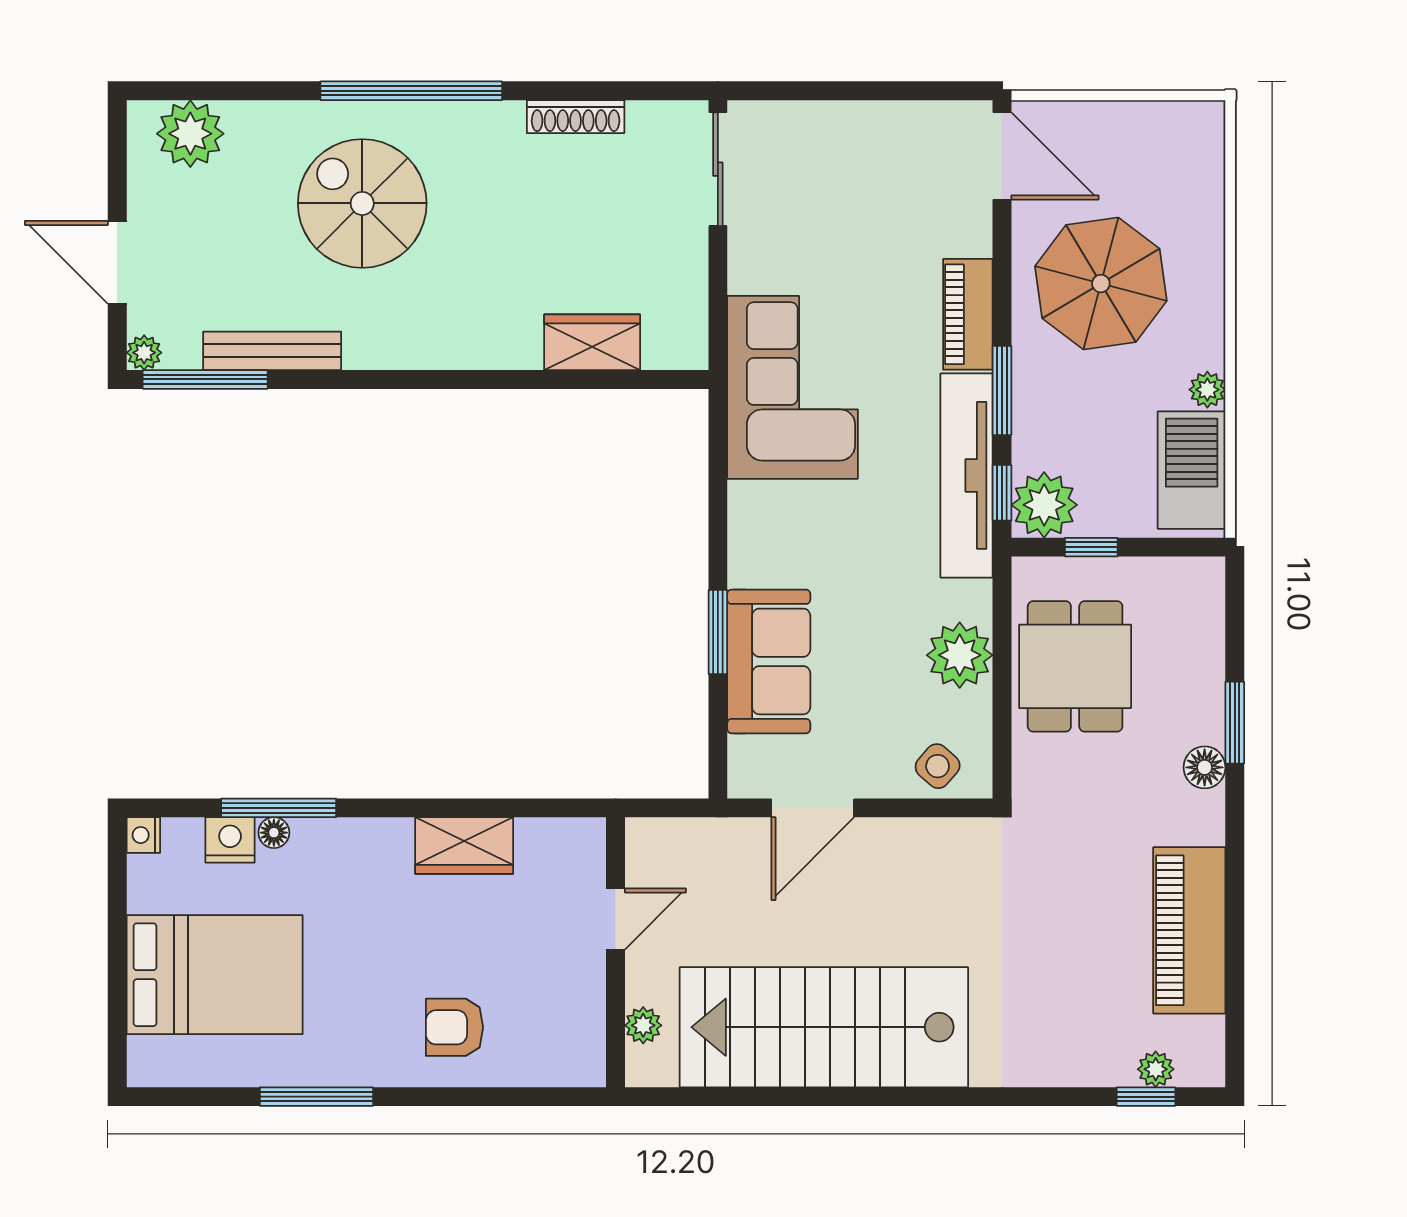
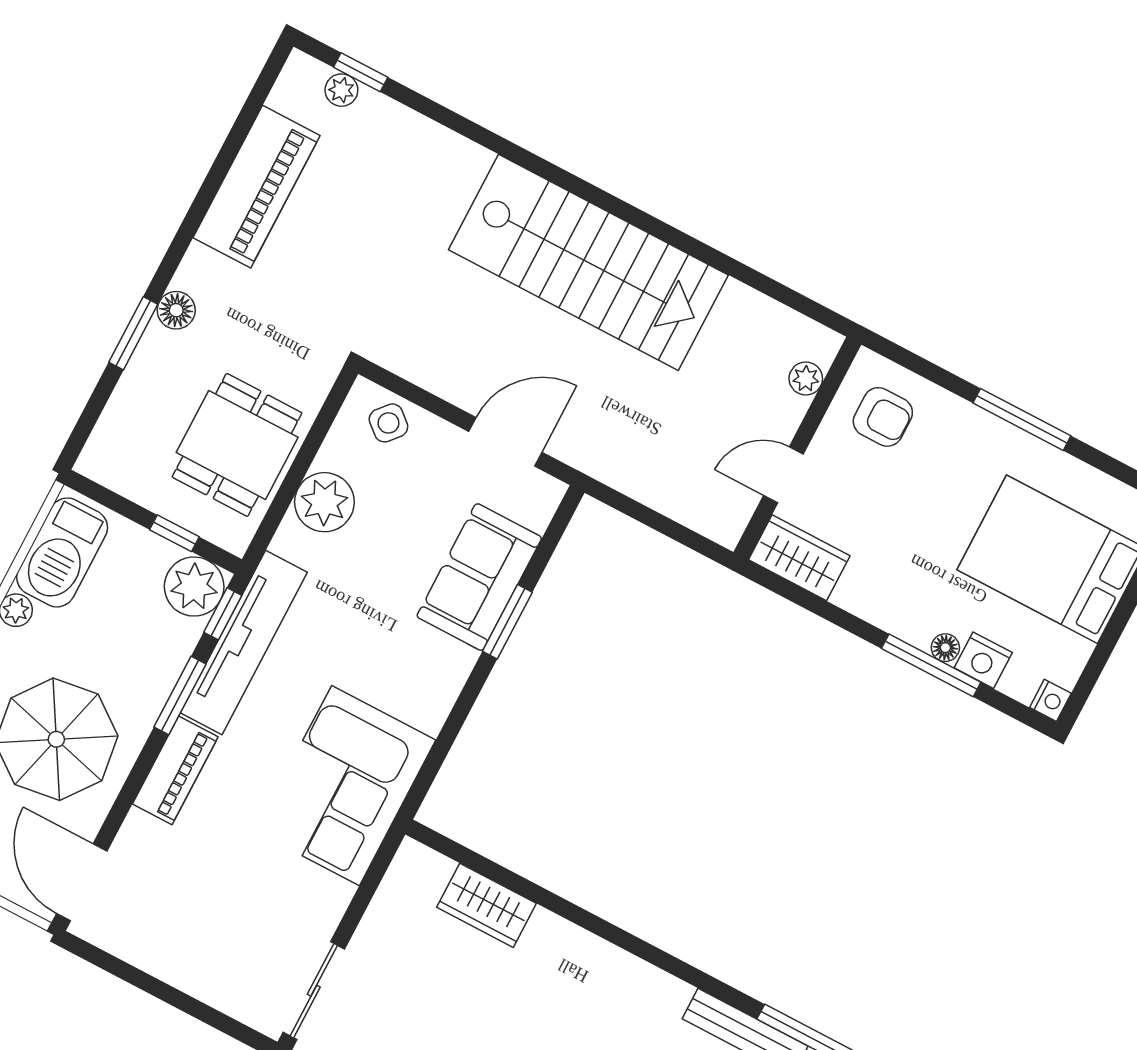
door: (615, 919) -> (783, 475), moved
wall: (615, 952) -> (797, 448), moved
plant: (643, 1025) -> (806, 379), moved

